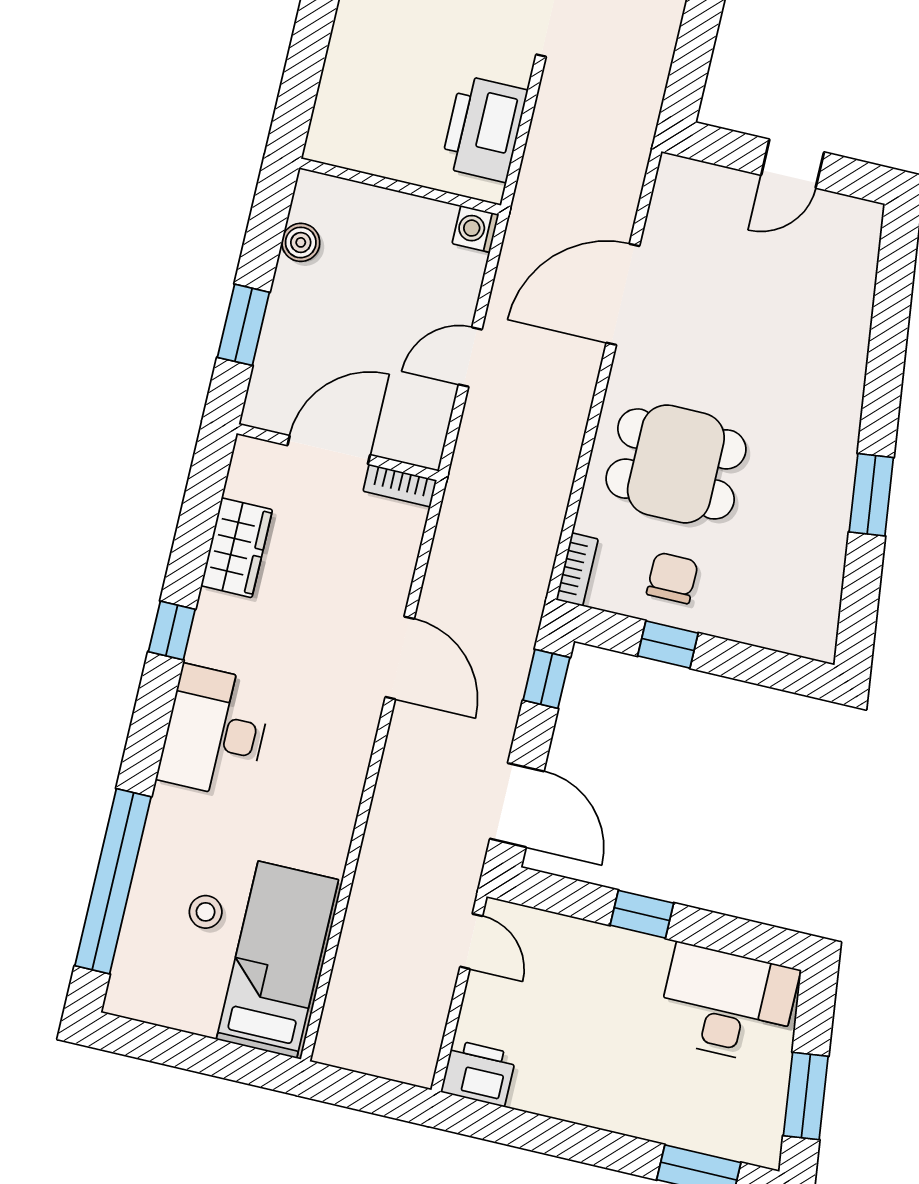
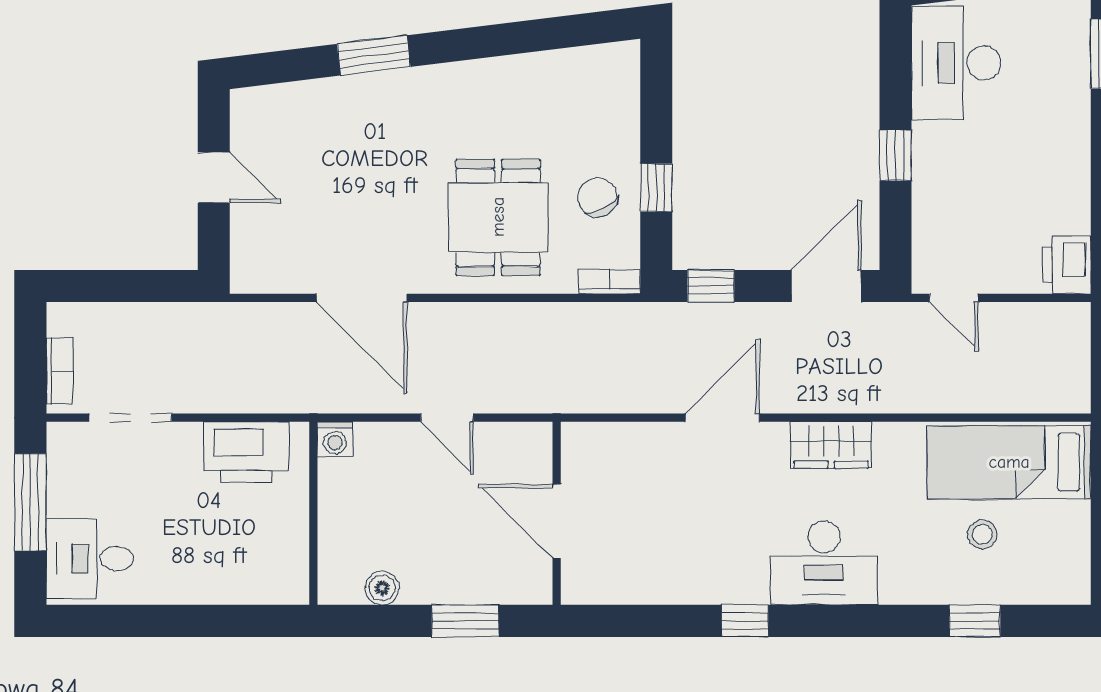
bookcase: (400, 486) -> (573, 453), removed
window: (871, 495) -> (374, 55), moved
wardrobe: (237, 548) -> (831, 445), moved, turned 180
chair: (672, 578) -> (598, 197), turned 62
window: (113, 881) -> (975, 621), width x0.32
door: (471, 941) -> (954, 298), swing flipped

